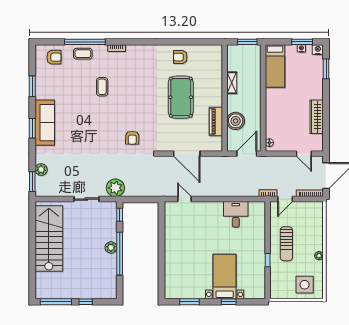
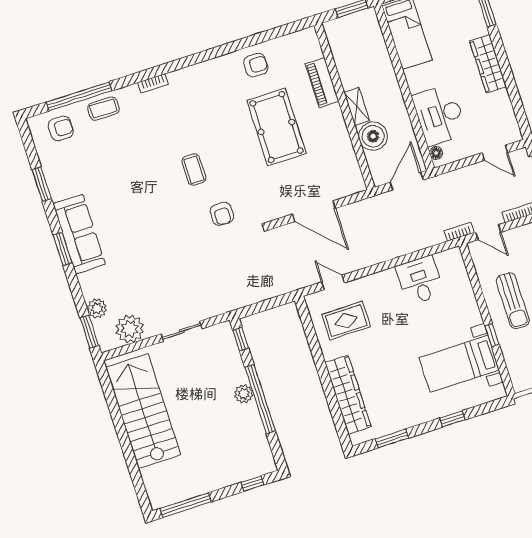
window: (85, 42) -> (79, 96), moved
armchair: (180, 57) -> (256, 65), turned 180
shelving: (232, 83) -> (357, 106), moved
coffee table: (102, 87) -> (194, 170), moved
wardrobe: (317, 117) -> (488, 64), moved
desk: (279, 121) -> (439, 115), added
piano: (216, 122) -> (322, 83), moved
plant: (115, 188) -> (130, 329), moved
door: (285, 199) -> (488, 232), hinge flipped
rug: (185, 224) -> (346, 321), added
wardrobe: (172, 268) -> (348, 395), added
bed with nightstands: (225, 276) -> (459, 364), moved, turned -90
window: (86, 302) -> (253, 483), moved

